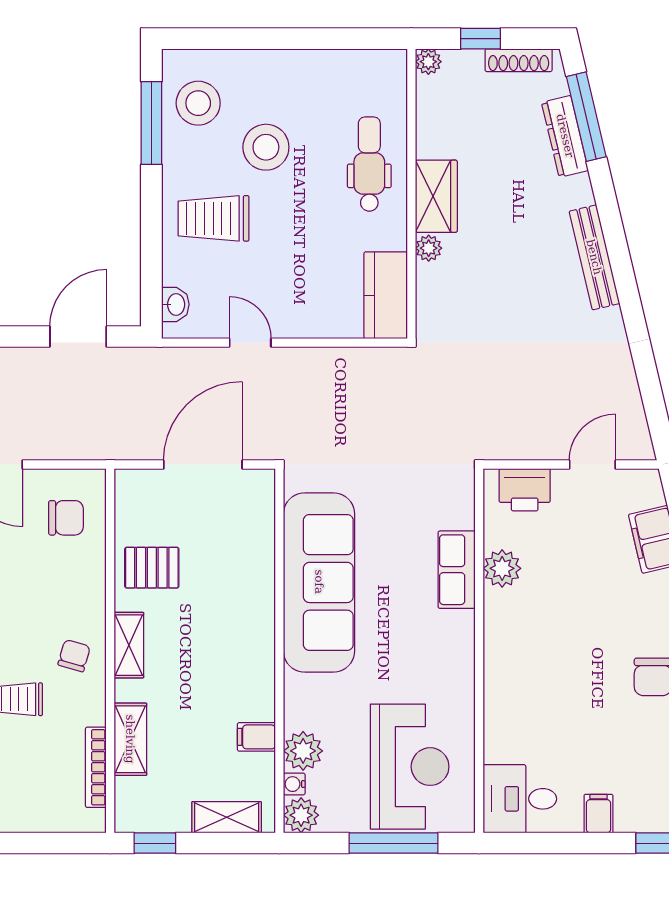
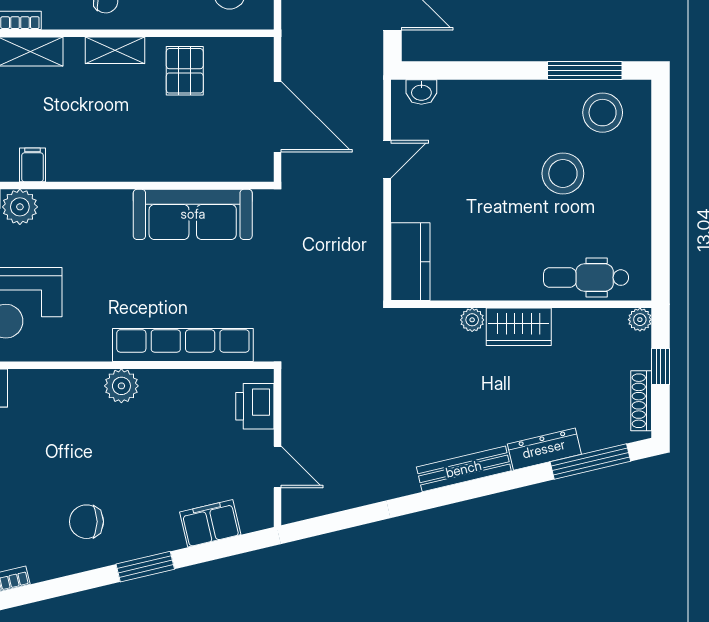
dresser: (565, 136) -> (544, 449), moved
dental chair: (369, 164) -> (586, 278), moved, turned 180
trolley: (214, 218) -> (499, 126), removed
kitchen counter: (386, 295) -> (410, 262), moved, turned 90
plant: (502, 568) -> (121, 386), moved
row of seats: (457, 570) -> (183, 345), width x2.02
sofa: (319, 582) -> (193, 214), width x0.74, depth x0.79

